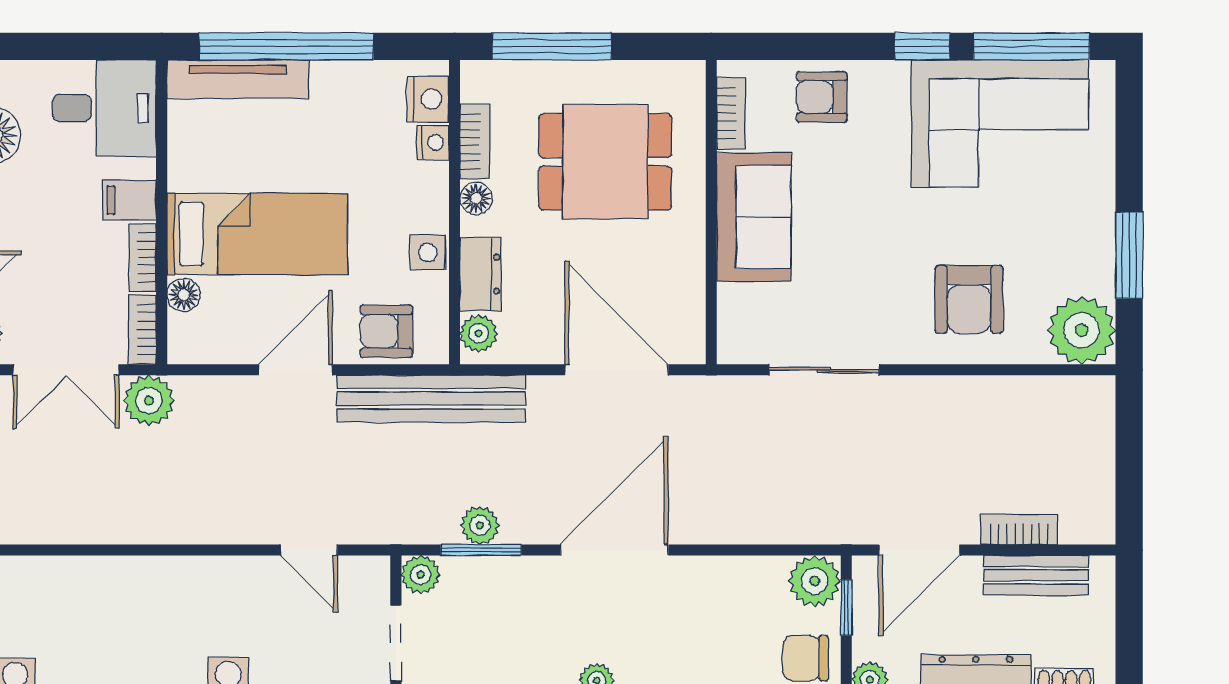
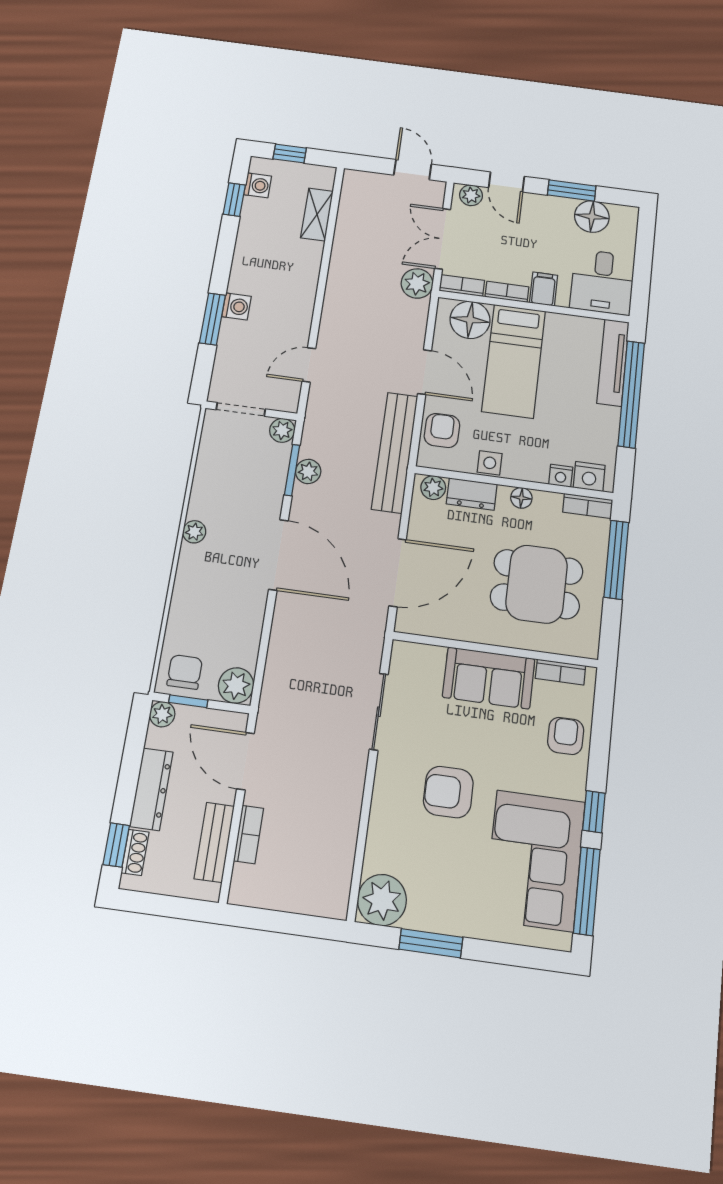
bookcase: (475, 142) -> (588, 506), moved
dining table: (605, 162) -> (537, 584), turned 90
floor lamp: (184, 295) -> (470, 320), width x1.89, depth x1.89
armchair: (969, 299) -> (448, 792), moved
shelving: (53, 575) -> (317, 214), added
window: (846, 608) -> (188, 701), moved

